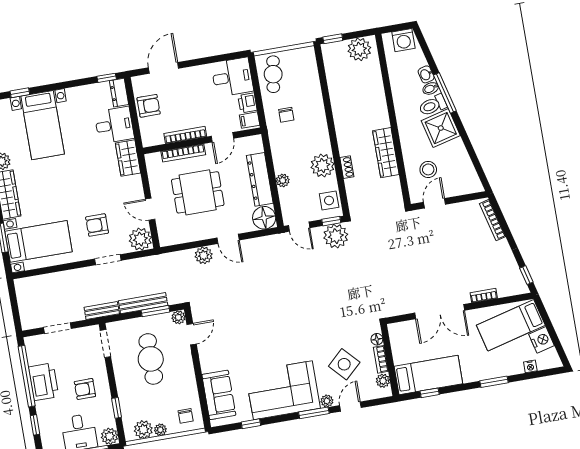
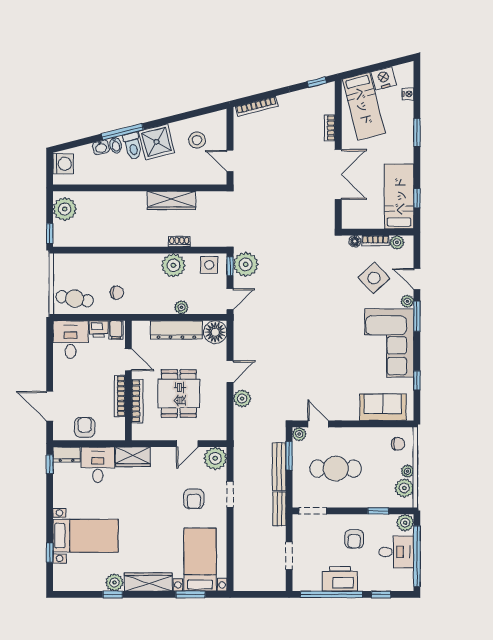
stool: (428, 169) -> (197, 140), moved

